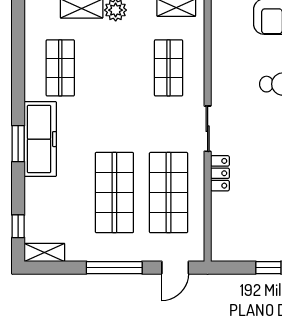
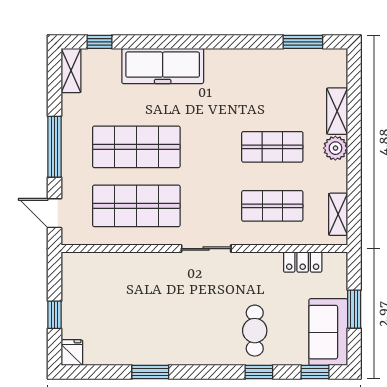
shop shelf: (60, 68) -> (272, 147), moved
freezer: (40, 139) -> (163, 66), moved
window: (18, 144) -> (303, 42), moved
locker: (220, 173) -> (303, 262), moved

